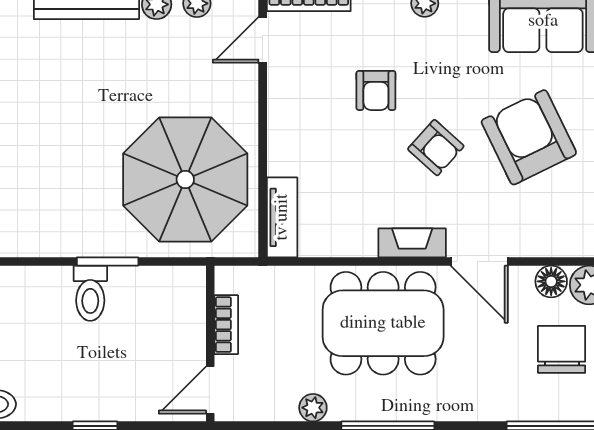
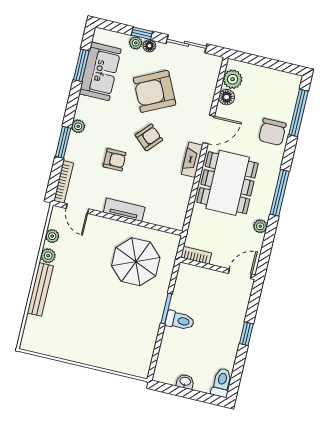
parasol: (185, 179) -> (136, 262), width x0.73, depth x0.73
tv unit: (282, 217) -> (124, 210), moved
bookcase: (226, 325) -> (196, 255), moved
chair: (562, 349) -> (272, 132), moved, turned -90
door: (210, 390) -> (240, 274), swing flipped

